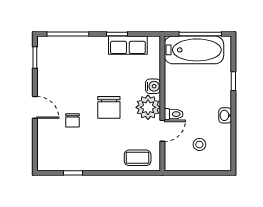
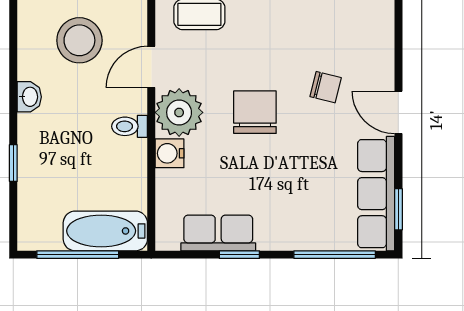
bathtub: (194, 50) -> (105, 231), width x0.73, depth x0.73
row of seats: (46, 65) -> (376, 194), added
toilet: (174, 114) -> (130, 126), moved
chair: (73, 120) -> (326, 87), turned 104
stool: (199, 144) -> (79, 40), width x1.89, depth x1.89

